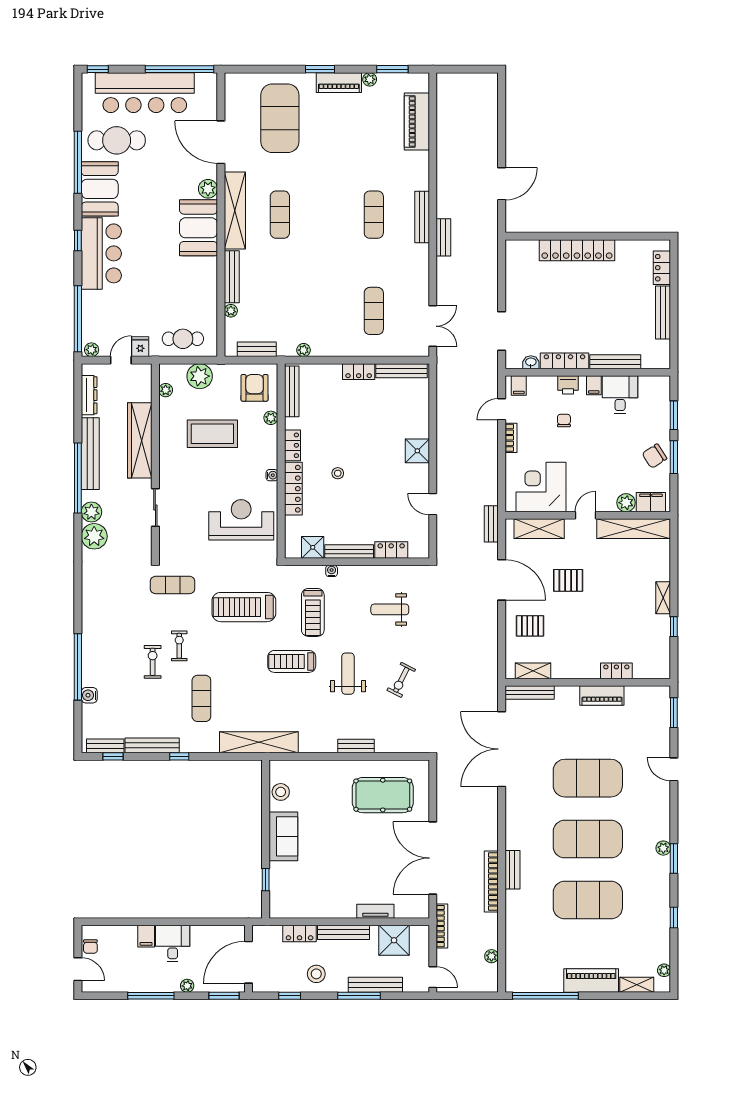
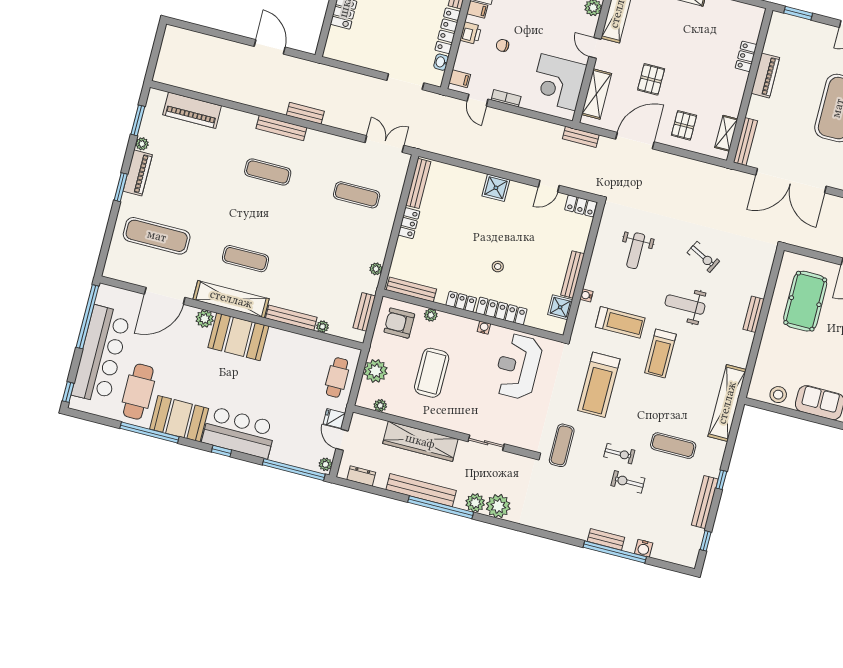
exercise mat: (280, 118) -> (157, 236), width x0.68
dresser: (89, 395) -> (361, 476), width x0.70
locker: (391, 550) -> (581, 206), moved, turned -90
exercise bike: (179, 646) -> (619, 454), turned 180
bench: (105, 746) -> (606, 539), moved, turned 90

